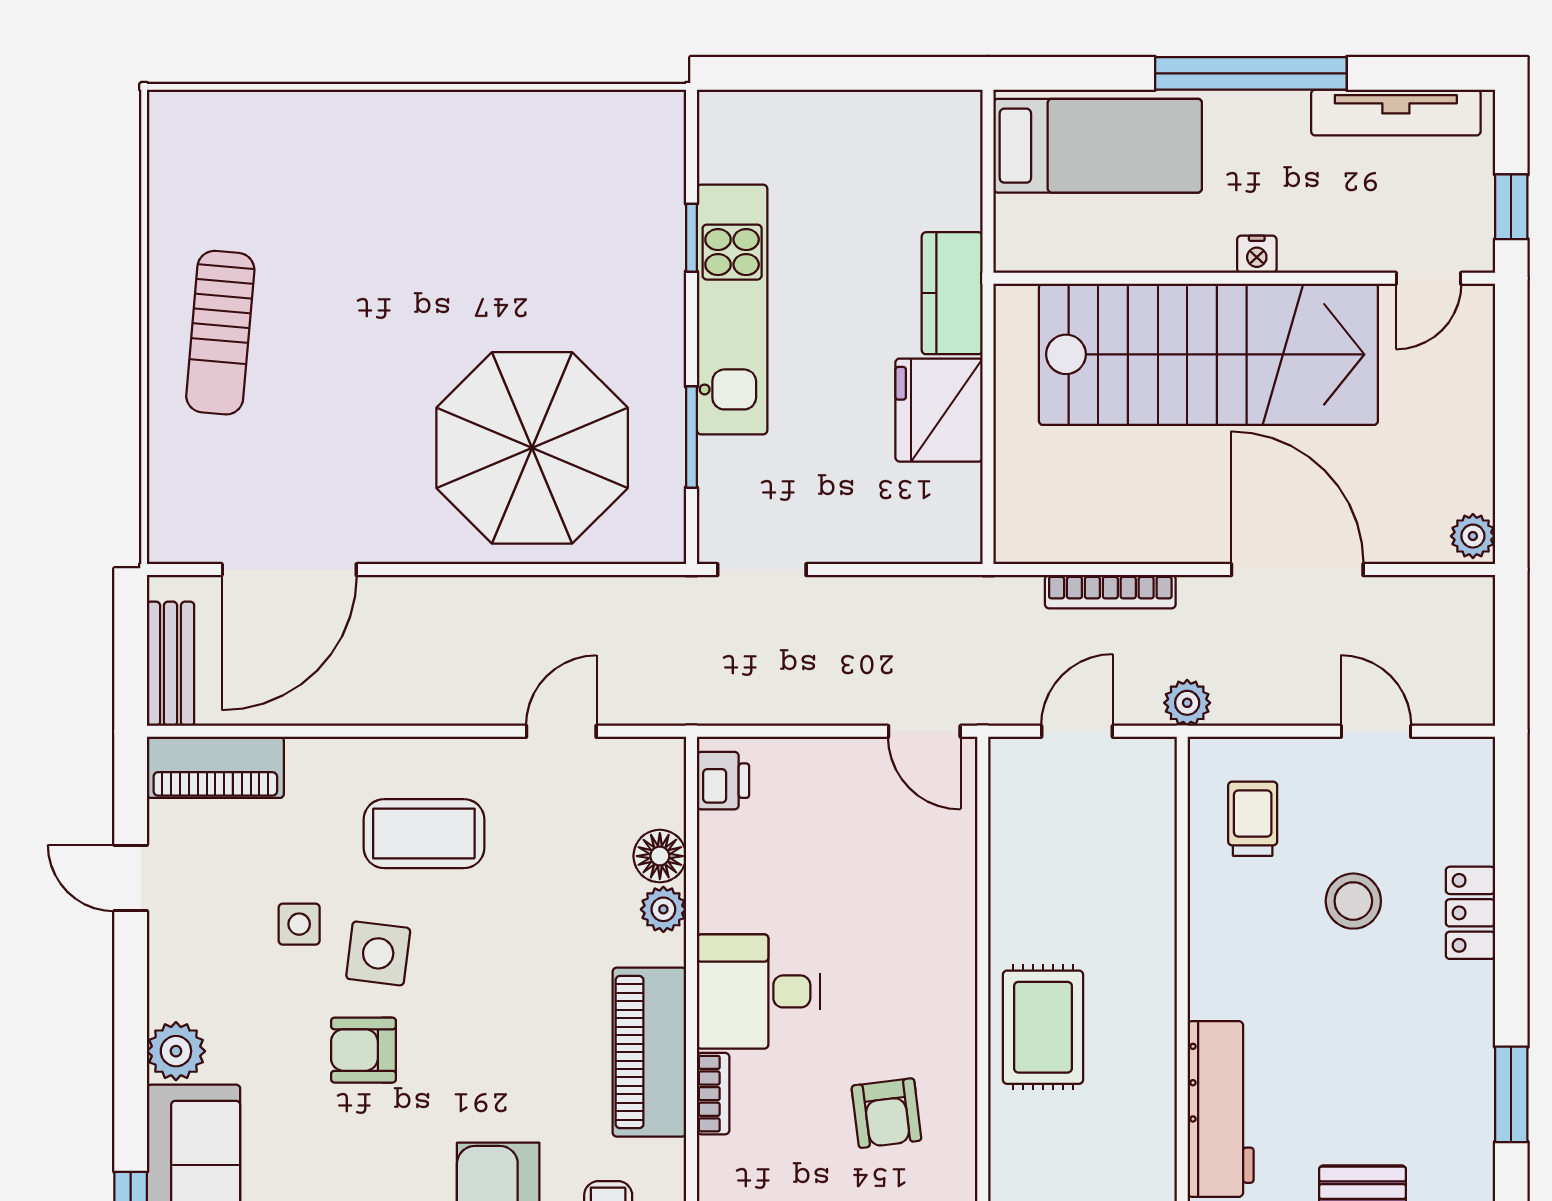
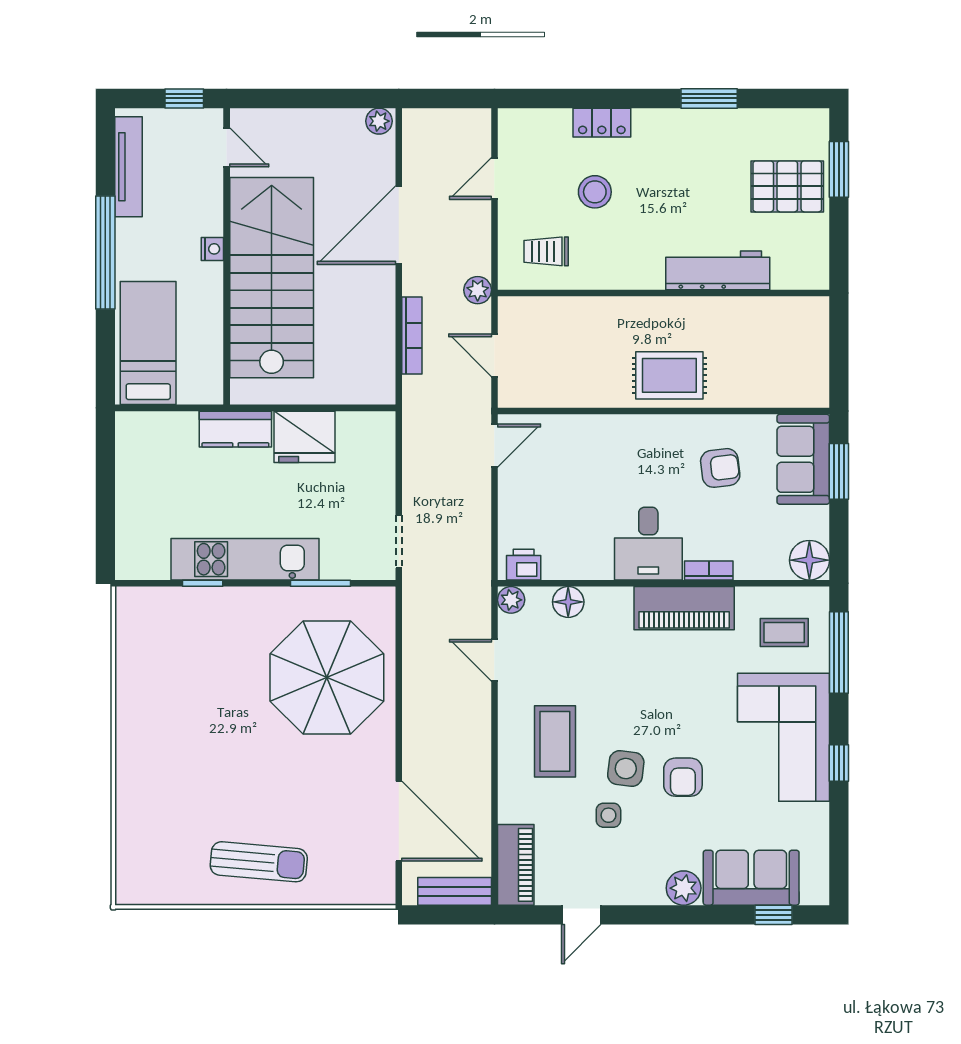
plant: (663, 909) -> (511, 600), moved

